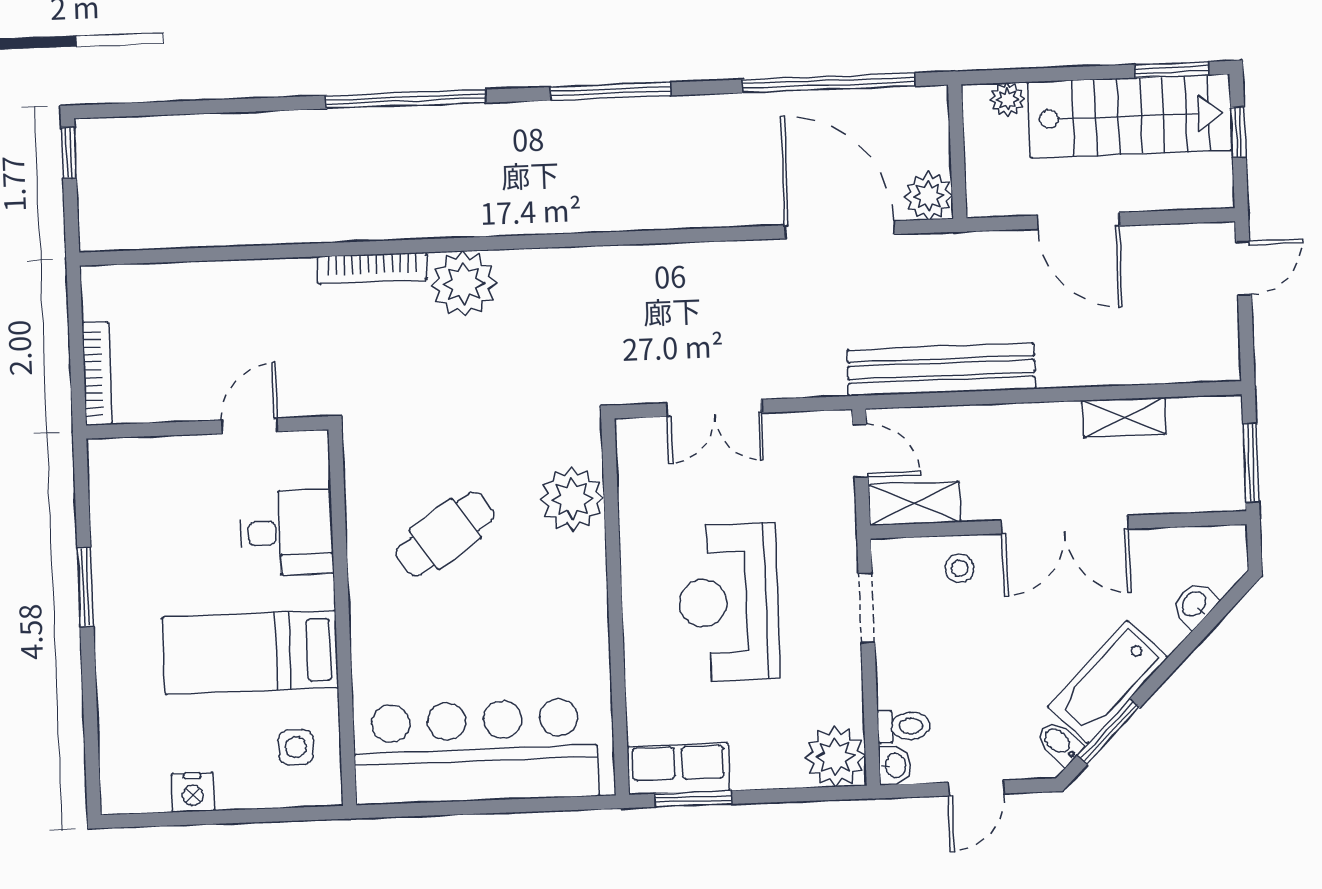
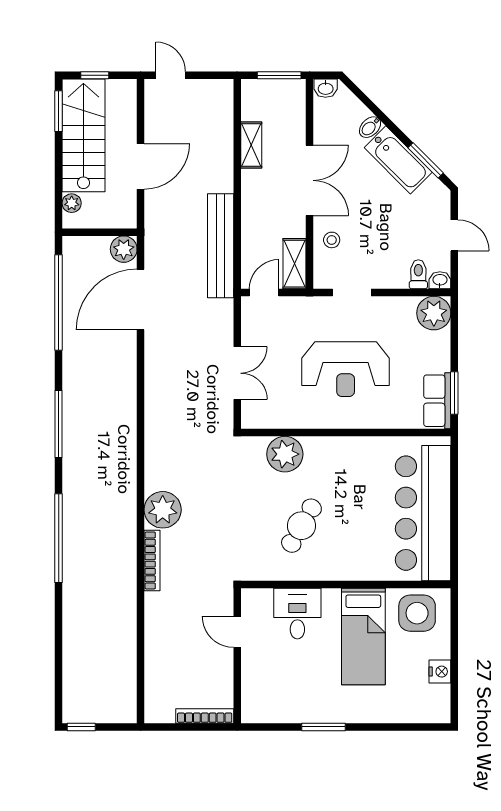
cafe table: (445, 534) -> (301, 526), turned 65
washbasin: (1195, 604) -> (326, 88), moved, turned -45
bidet: (1059, 743) -> (370, 127), moved
side table: (296, 747) -> (417, 613), width x1.87, depth x1.87

